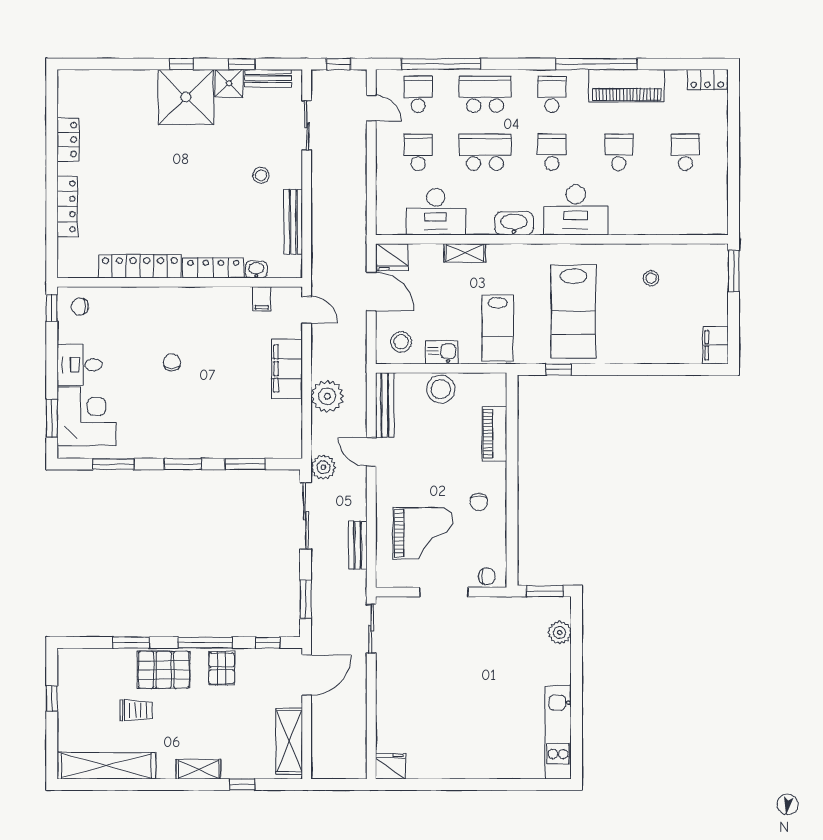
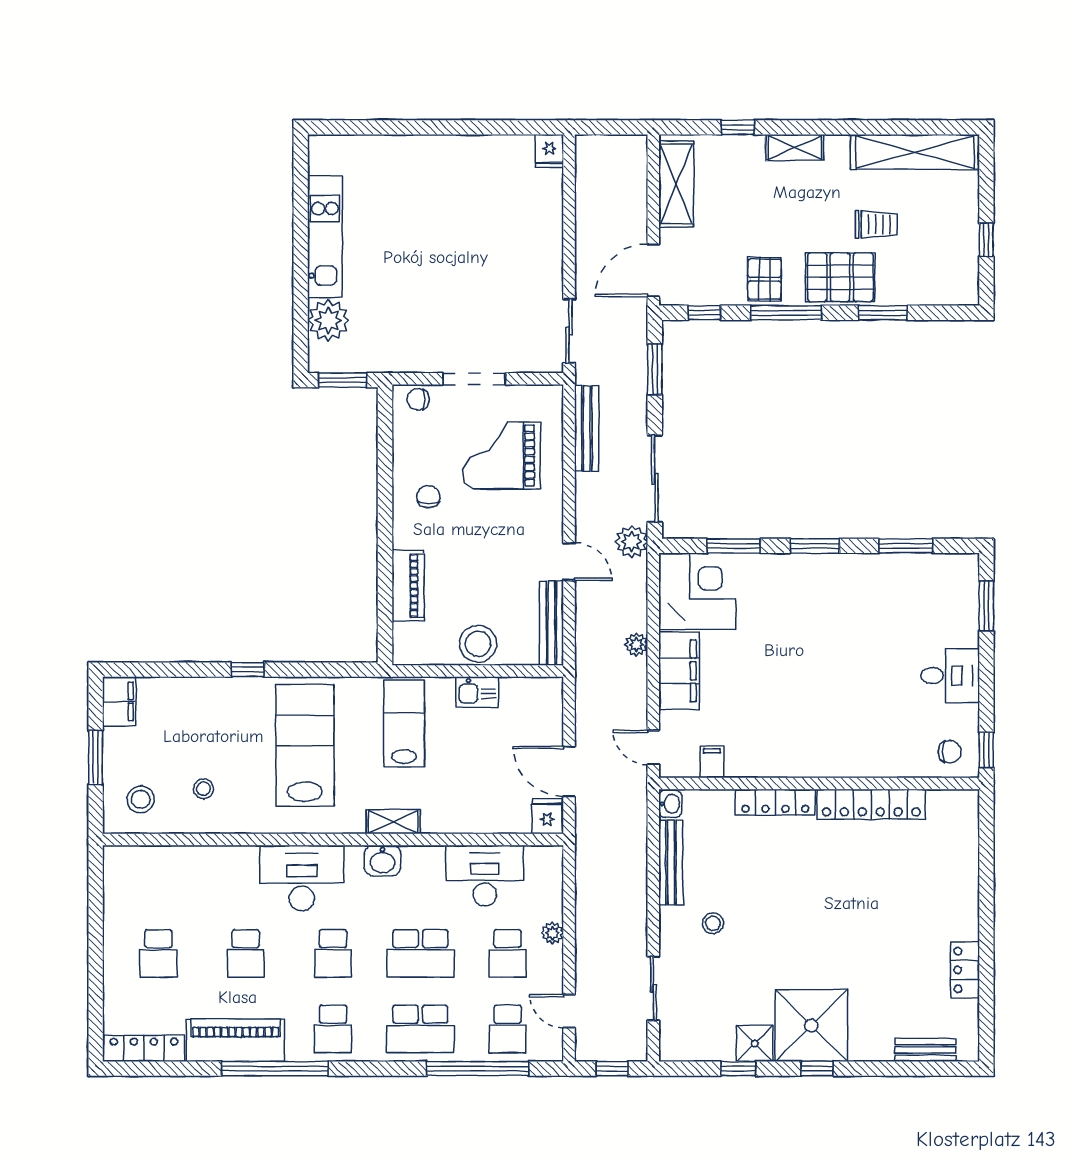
bench: (268, 78) -> (925, 1050), moved
locker: (707, 80) -> (144, 1048), width x1.53
plant: (384, 168) -> (552, 933), added
locker: (67, 206) -> (966, 883), removed
washbasin: (514, 223) -> (383, 861), width x0.72
shelving: (465, 253) -> (393, 822), moved
fridge: (392, 257) -> (547, 816), width x0.72
washbasin: (256, 269) -> (670, 804), moved, turned -90
window: (734, 271) -> (96, 757), moved
stool: (401, 342) -> (141, 799), moved
chair: (172, 362) -> (830, 679), removed
window: (559, 369) -> (248, 670), moved
plant: (327, 396) -> (636, 645), width x0.53, depth x0.53
corner desk: (87, 417) -> (697, 591), moved, turned 180
bench: (358, 545) -> (587, 428), width x1.36
plant: (560, 633) -> (328, 320), width x1.36, depth x1.36
trolley: (136, 710) -> (876, 224), turned 180
kitchen unit: (558, 732) -> (325, 237), moved
fridge: (390, 766) -> (549, 151), width x0.72

